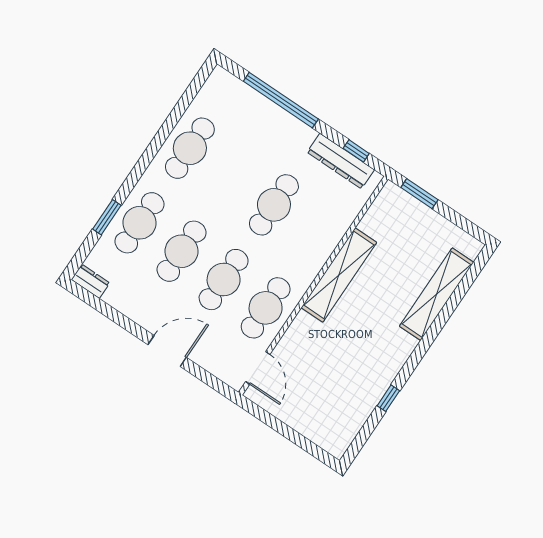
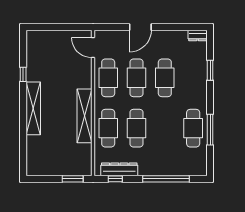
window: (166, 129) -> (210, 130), added
cafe table: (140, 223) -> (108, 128), moved
shelving: (437, 294) -> (33, 108), moved

